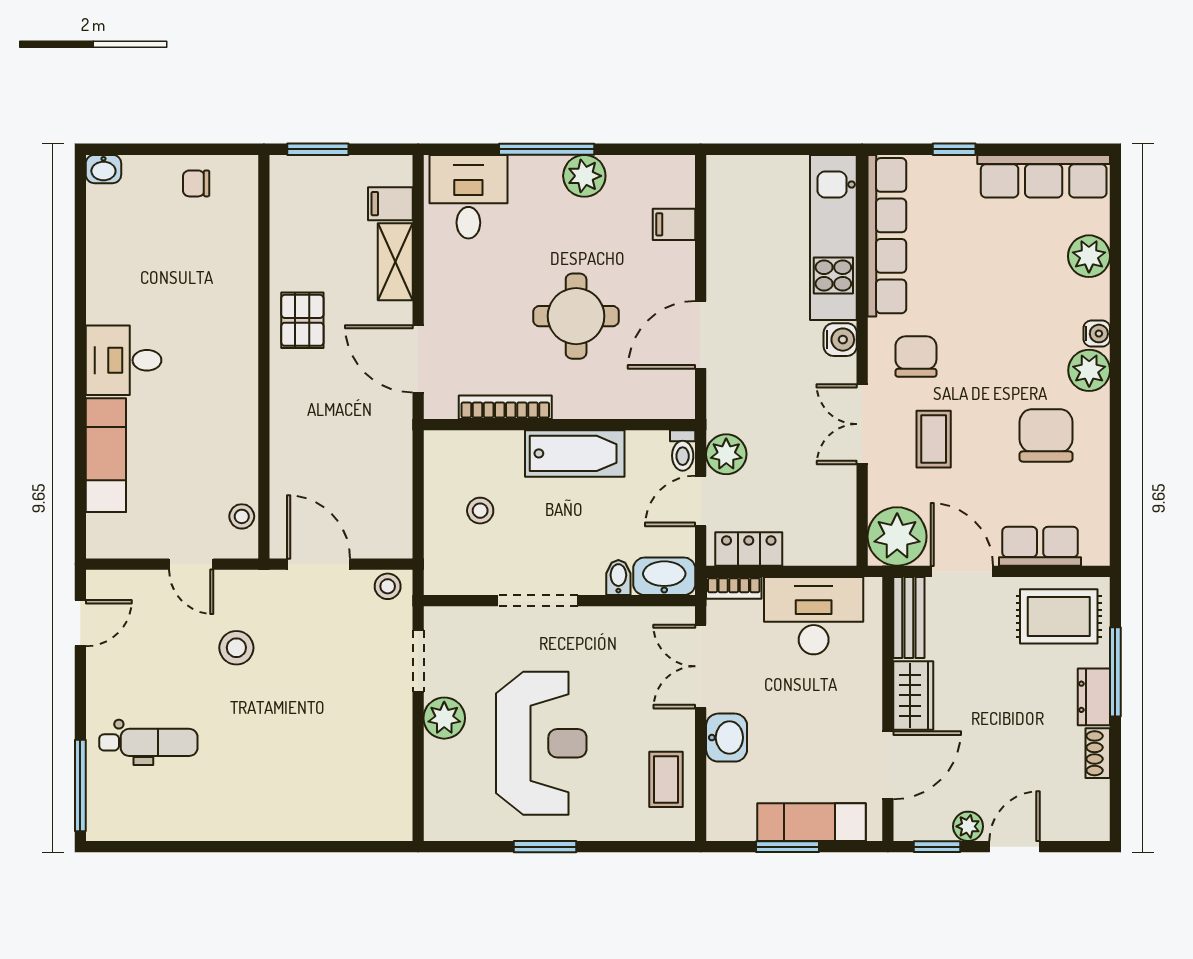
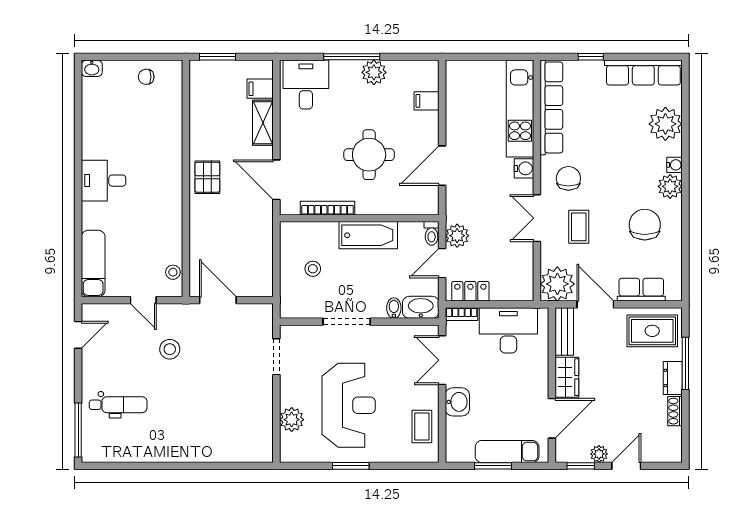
plant: (1089, 256) -> (665, 124), width x1.36, depth x1.36
pallet: (302, 320) -> (207, 177), moved
exam couch: (106, 455) -> (93, 263), moved
stool: (388, 586) -> (258, 313), removed
plant: (444, 718) -> (292, 420), moved

